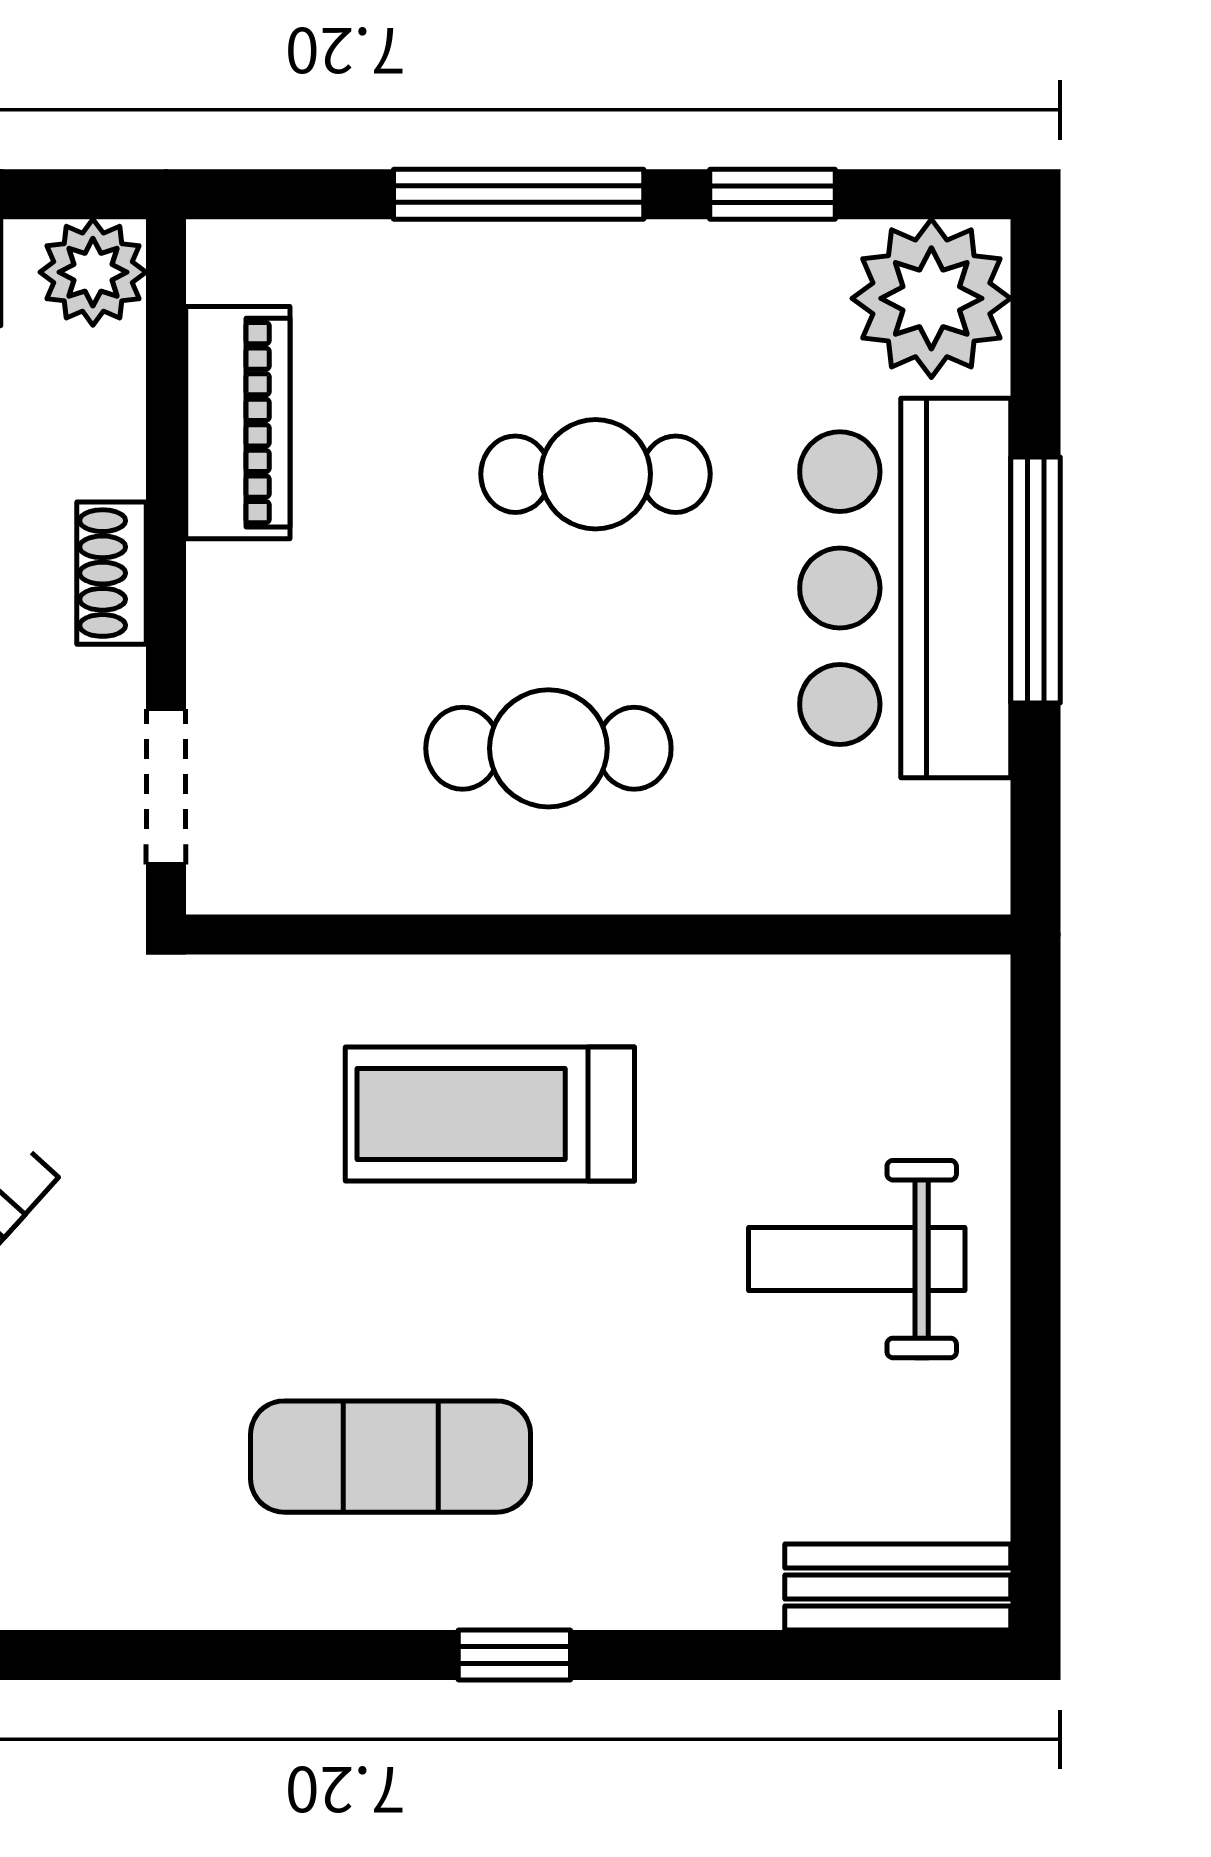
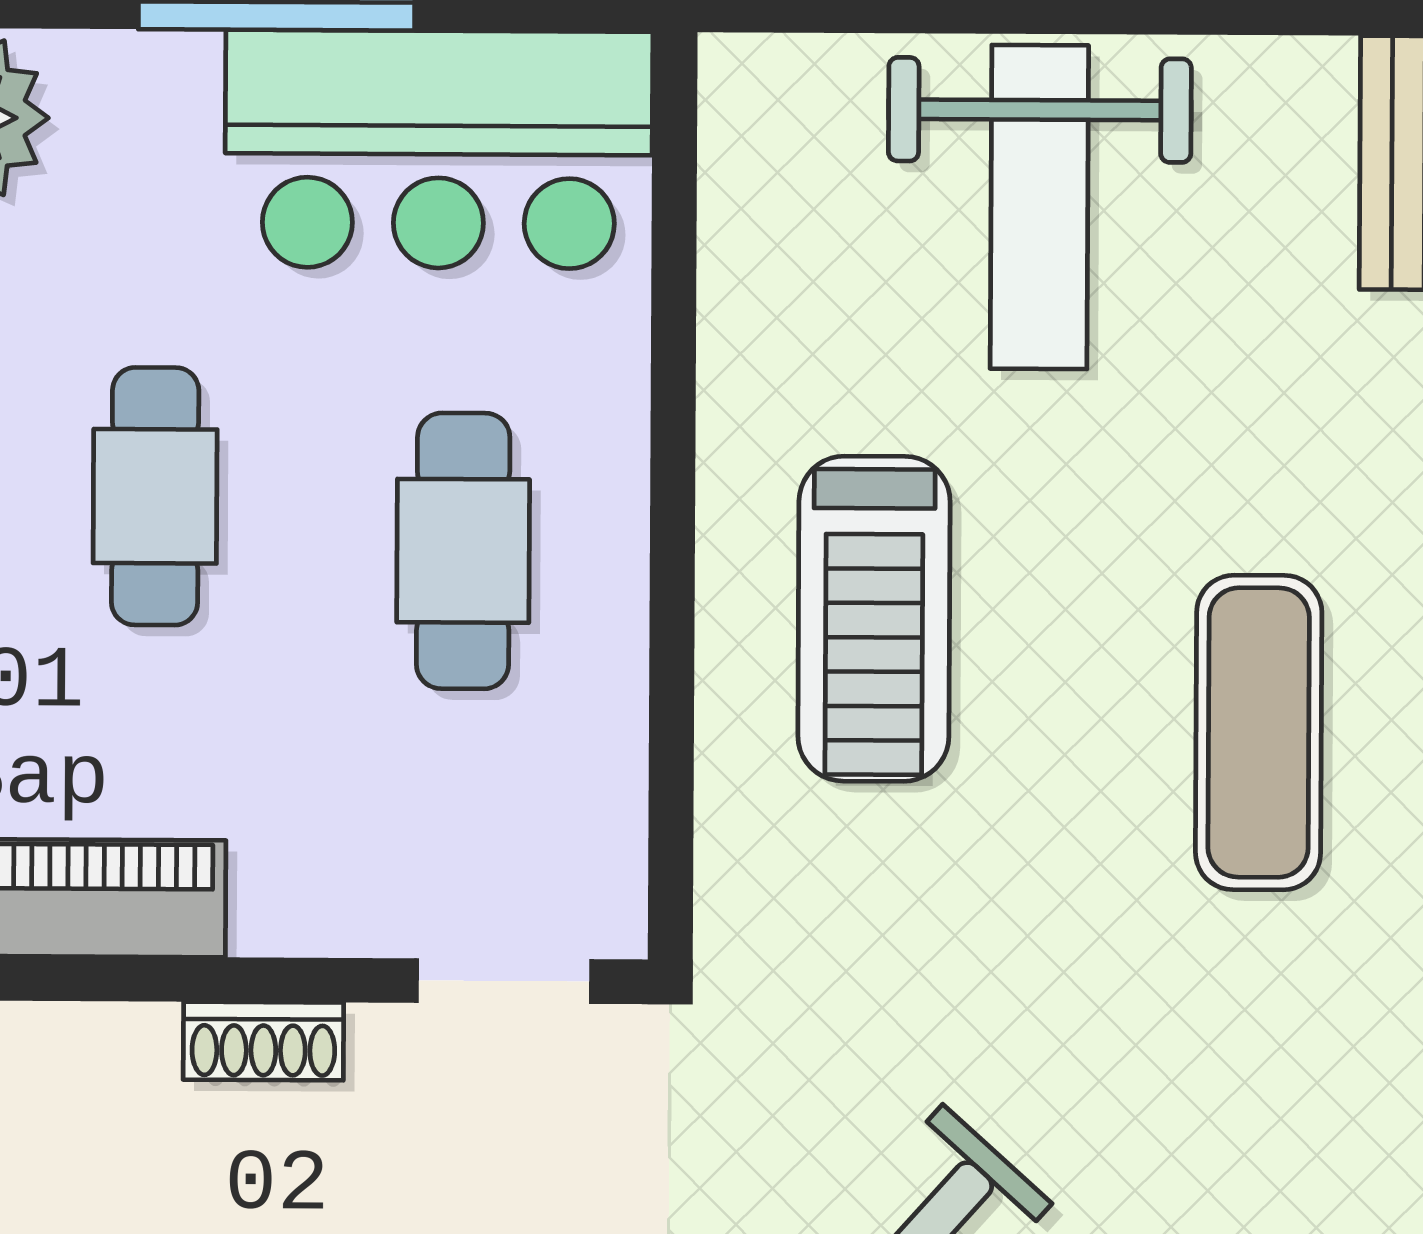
bar counter: (905, 588) -> (439, 149), moved
weight bench: (857, 1259) -> (1039, 207), width x1.36, depth x1.33

